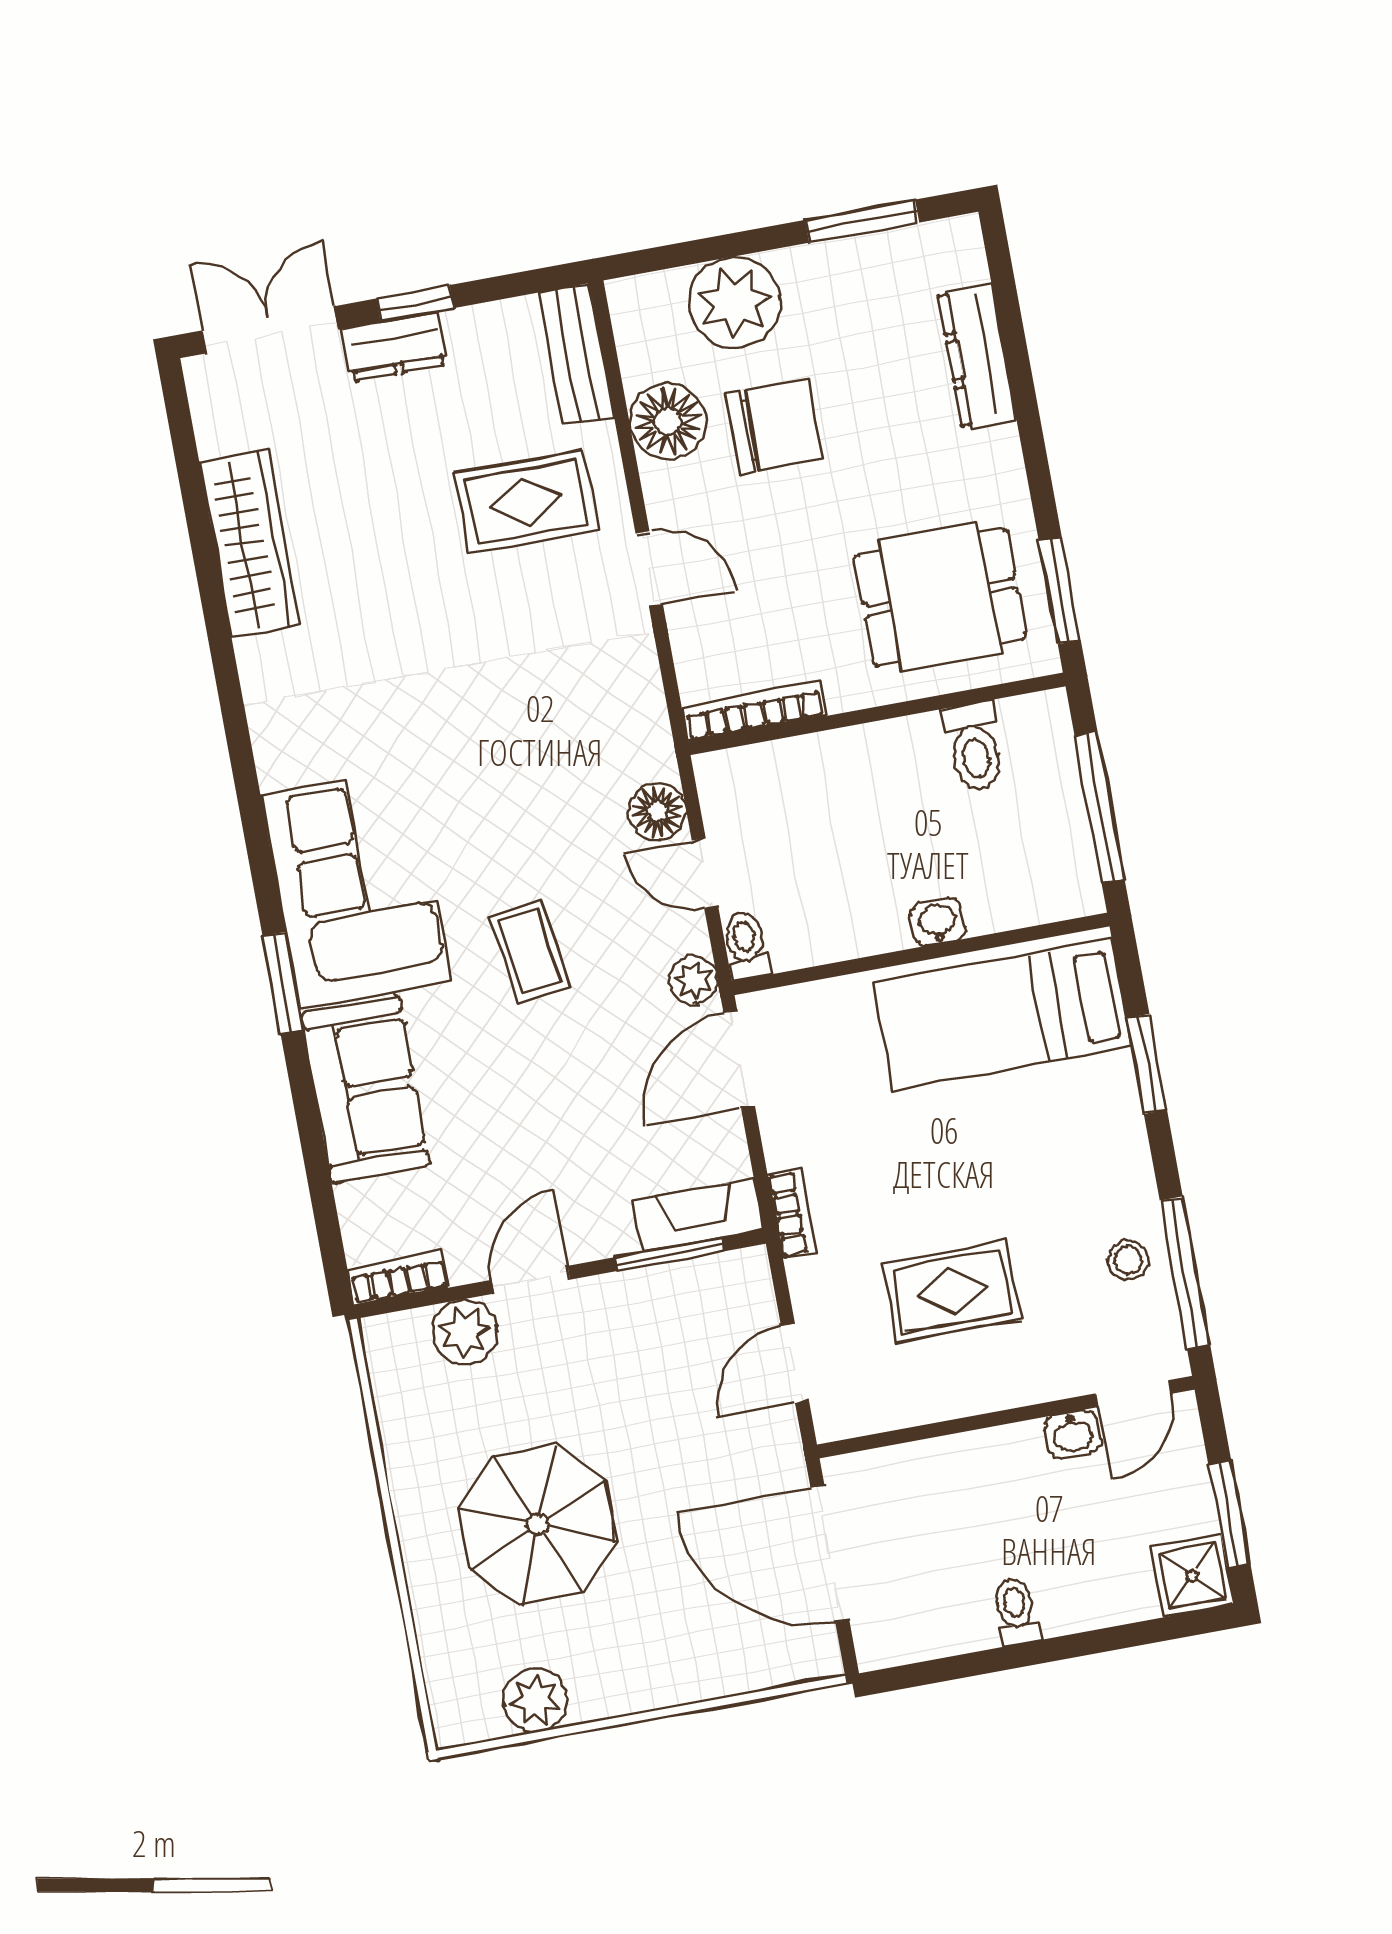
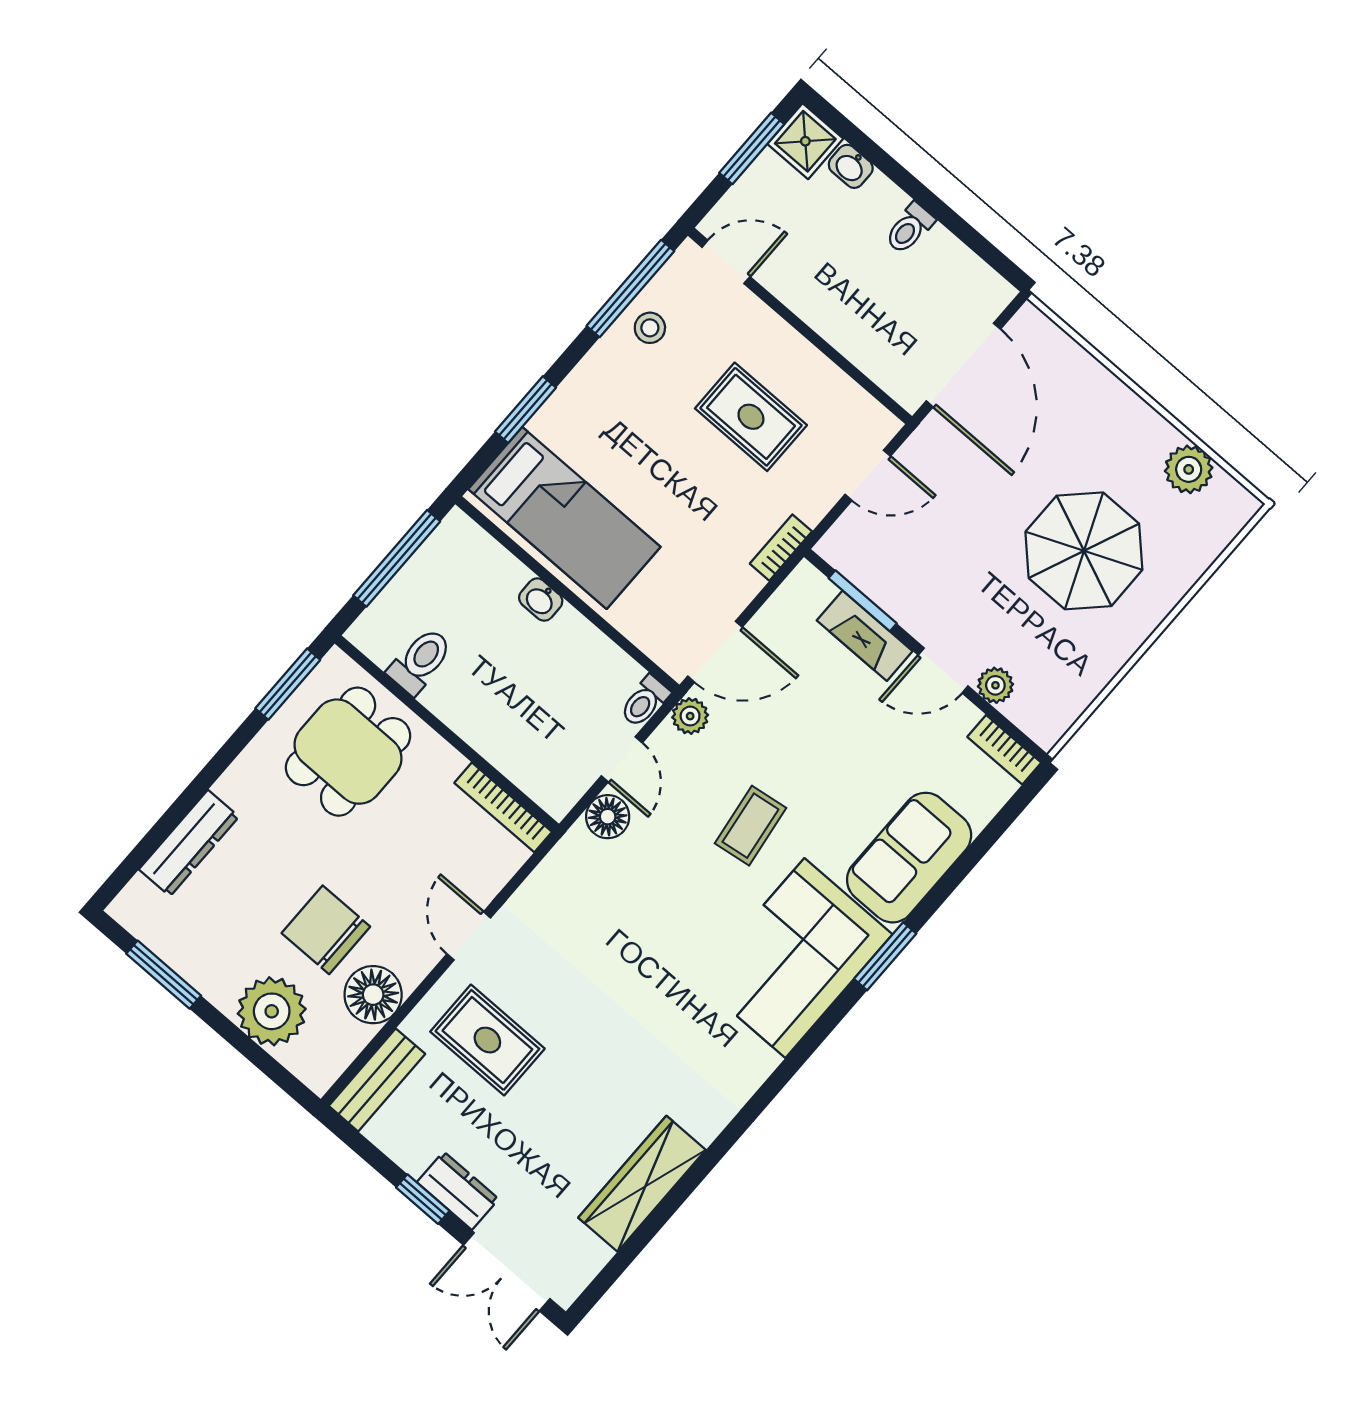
dining table: (940, 597) -> (348, 752), turned 90
fireplace: (698, 1215) -> (865, 636), moved
plant: (465, 1332) -> (995, 685), width x0.73, depth x0.73
washbasin: (1073, 1434) -> (851, 166), moved, turned 180

